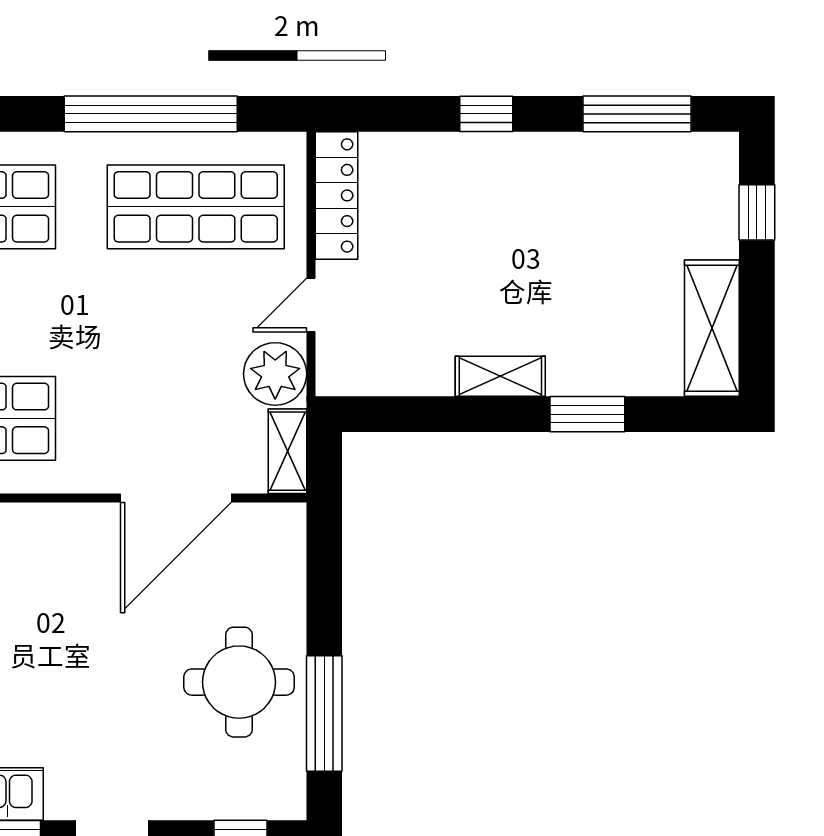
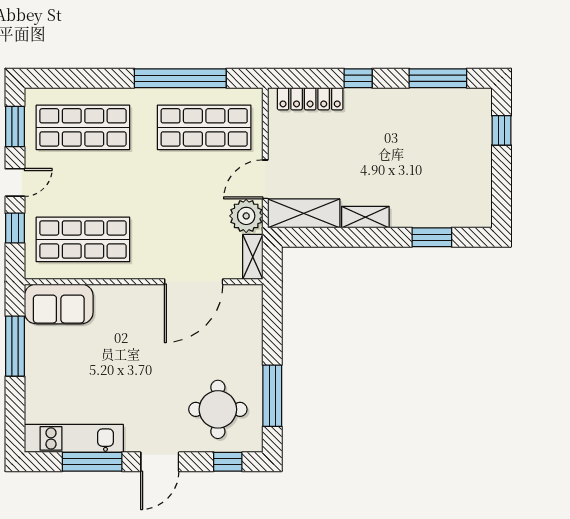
locker: (337, 195) -> (310, 99), moved, turned 90
door: (311, 305) -> (265, 179), width x1.38
shelving: (712, 328) -> (304, 213), moved, turned 90
window: (587, 414) -> (432, 237), moved
round table: (239, 682) -> (218, 409), moved

